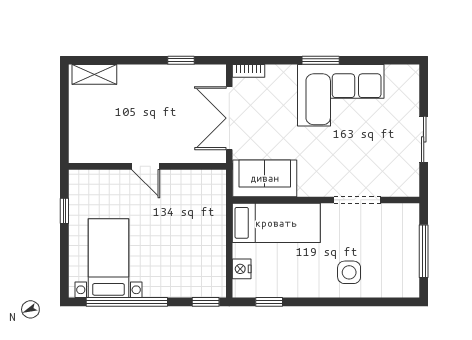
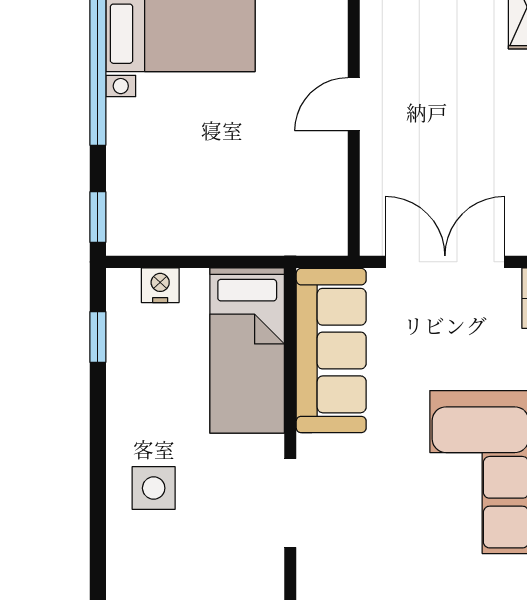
sofa: (265, 178) -> (331, 351), width x1.36

